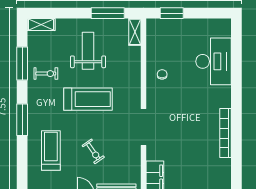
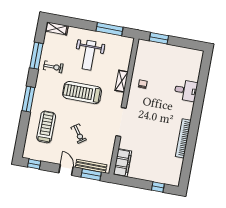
shelving: (135, 32) -> (122, 81), moved
weight bench: (88, 51) -> (89, 55), turned 180
desk: (214, 61) -> (186, 90), width x0.53, depth x0.77
treadmill: (88, 99) -> (82, 93), turned 180

